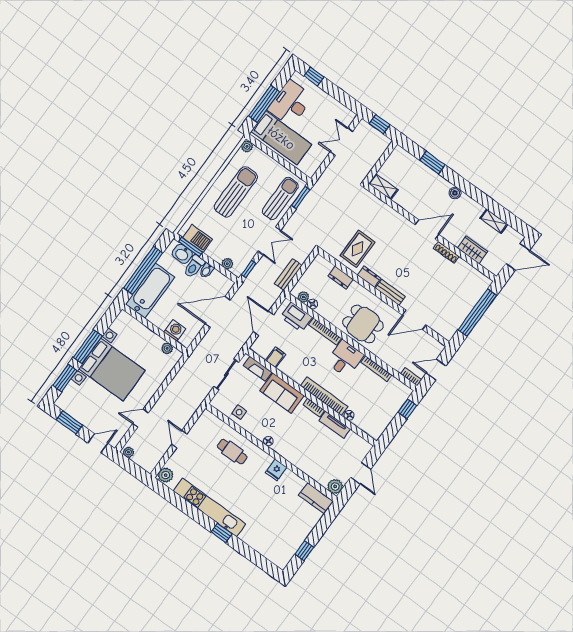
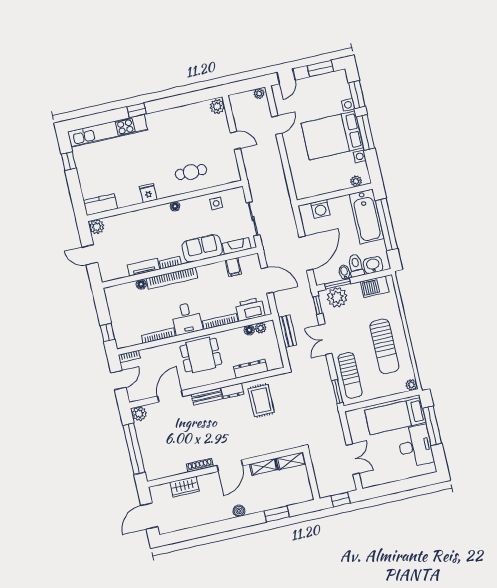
window: (314, 77) -> (420, 481), removed
shelving: (494, 221) -> (264, 467), moved
window: (190, 247) -> (338, 284), moved
plant: (227, 264) -> (337, 297), width x1.87, depth x1.87
dresser: (341, 278) -> (251, 369), width x1.44
plant: (448, 332) -> (139, 414), added
plant: (167, 348) -> (356, 181), moved
kitchen unit: (209, 507) -> (108, 131), moved

